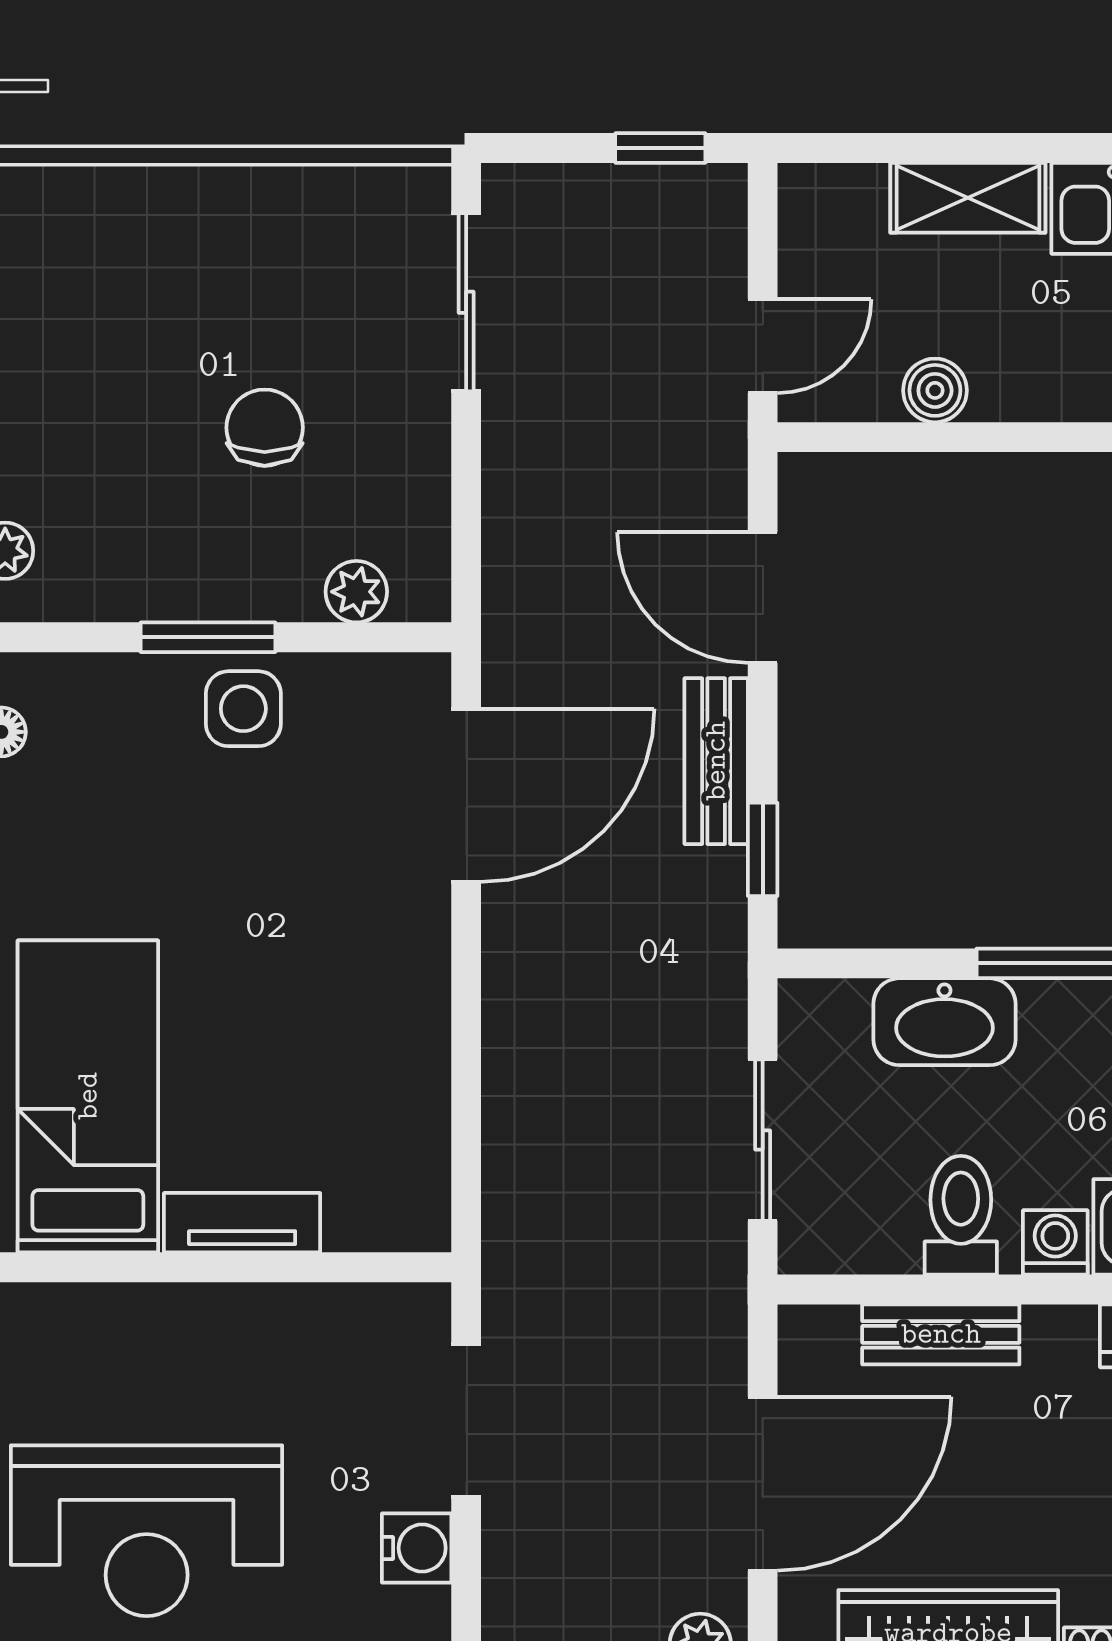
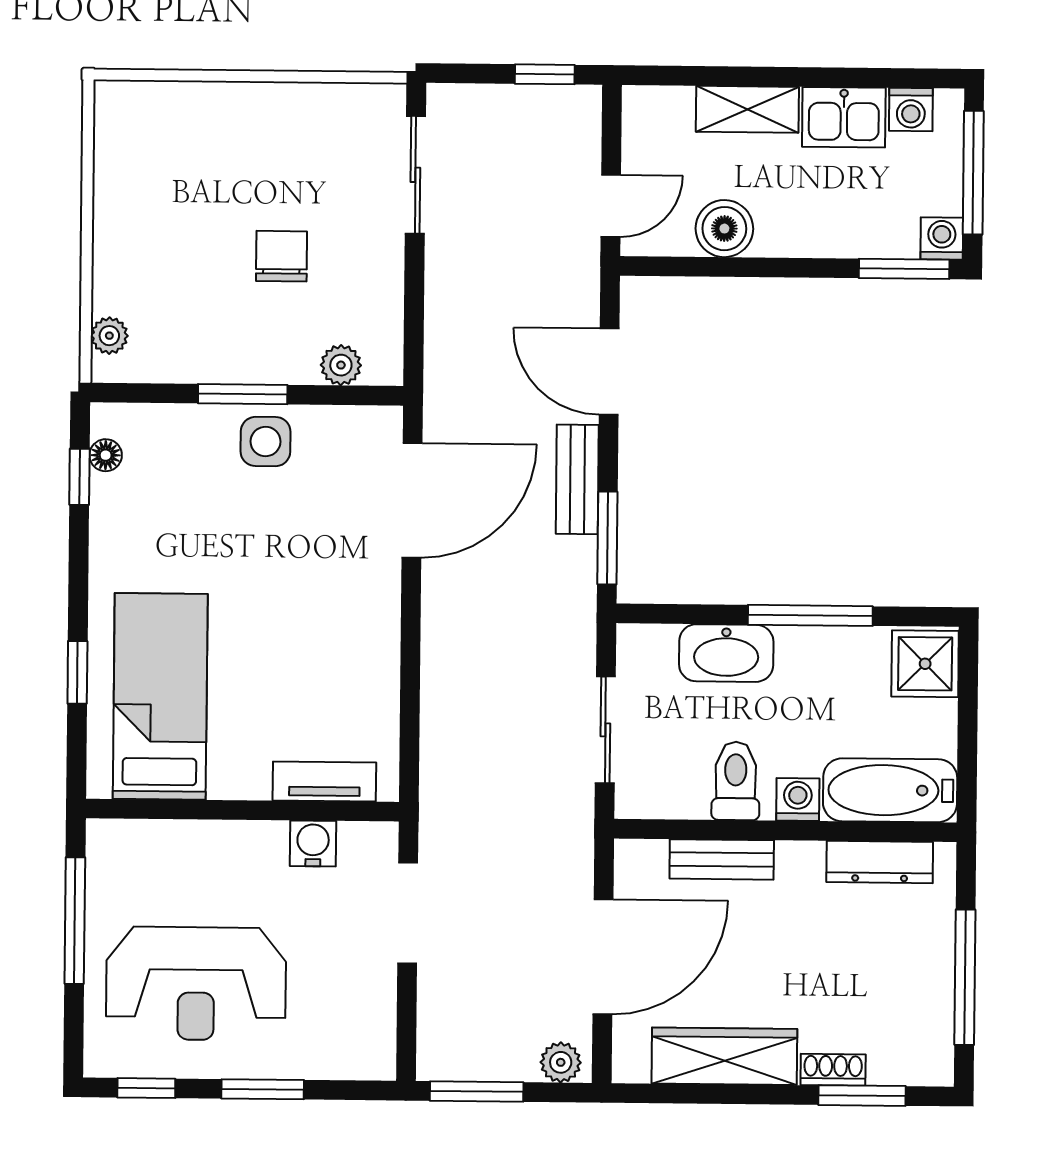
boiler: (935, 390) -> (724, 229), width x1.36, depth x1.36
window: (763, 849) -> (607, 538), width x1.50
tv unit: (242, 1223) -> (324, 781), moved
water cooler: (417, 1548) -> (313, 844), moved, turned -90

